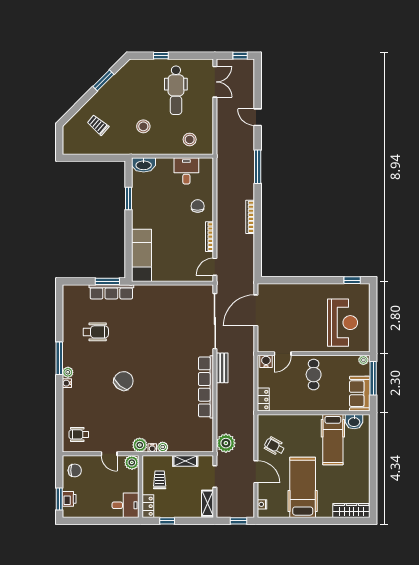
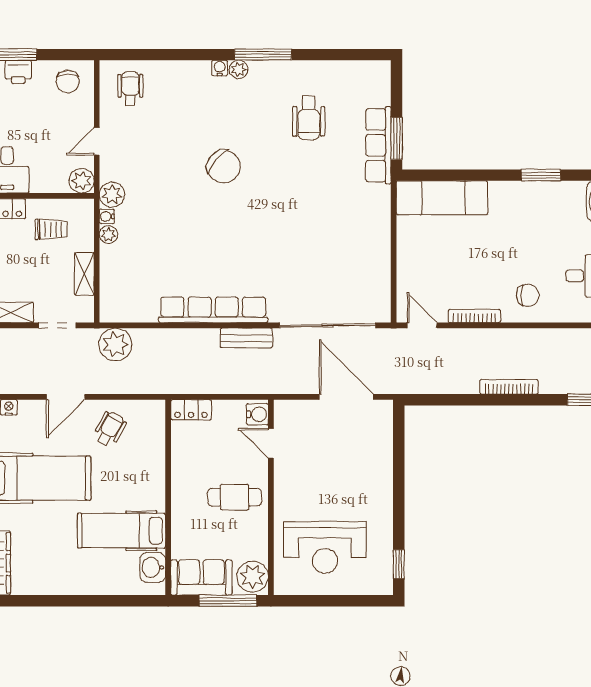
plant: (363, 360) -> (253, 577), width x1.87, depth x1.87

